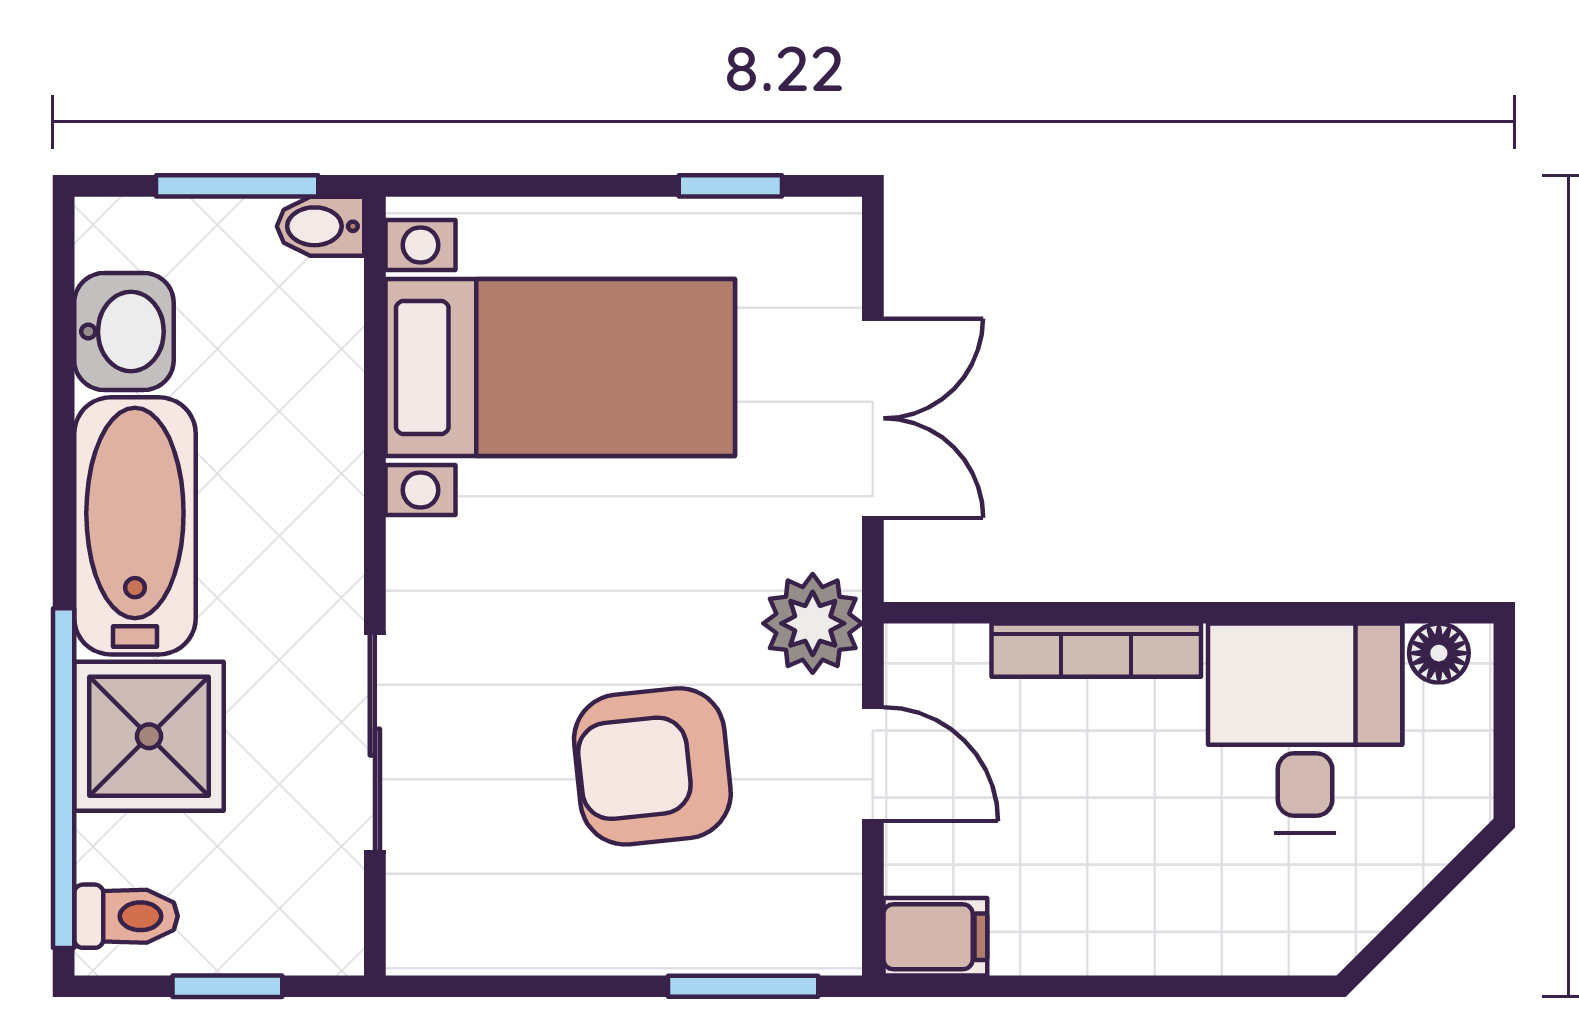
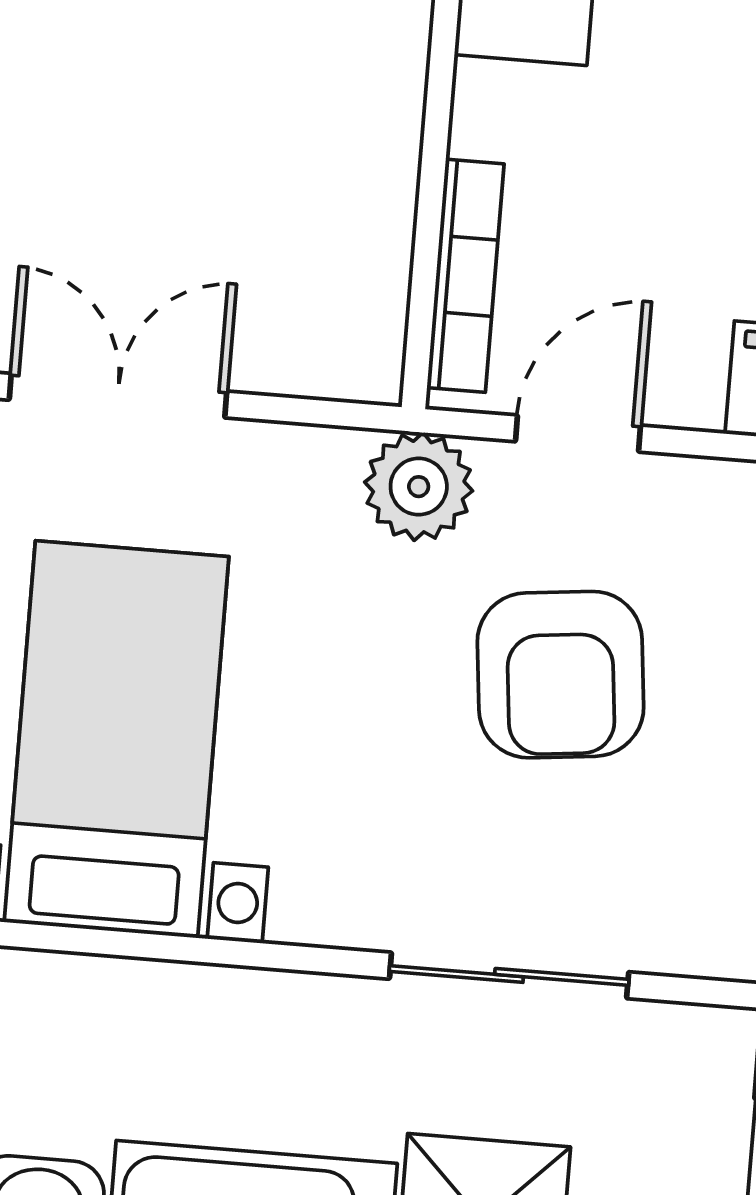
double door: (873, 418) -> (118, 396), moved
bookcase: (1096, 650) -> (466, 276), moved

